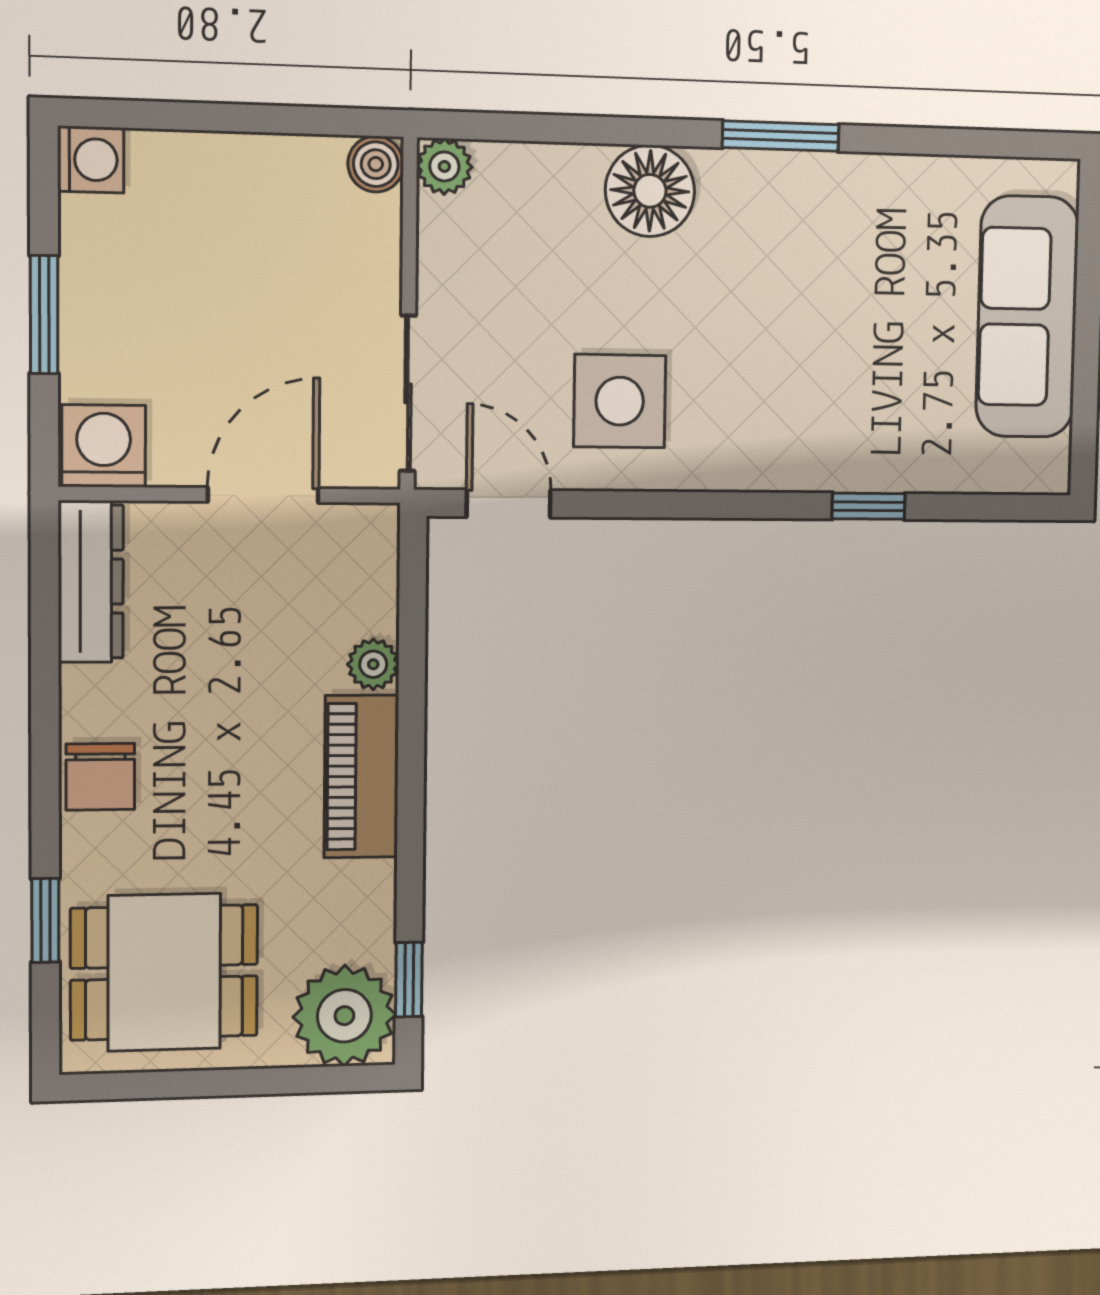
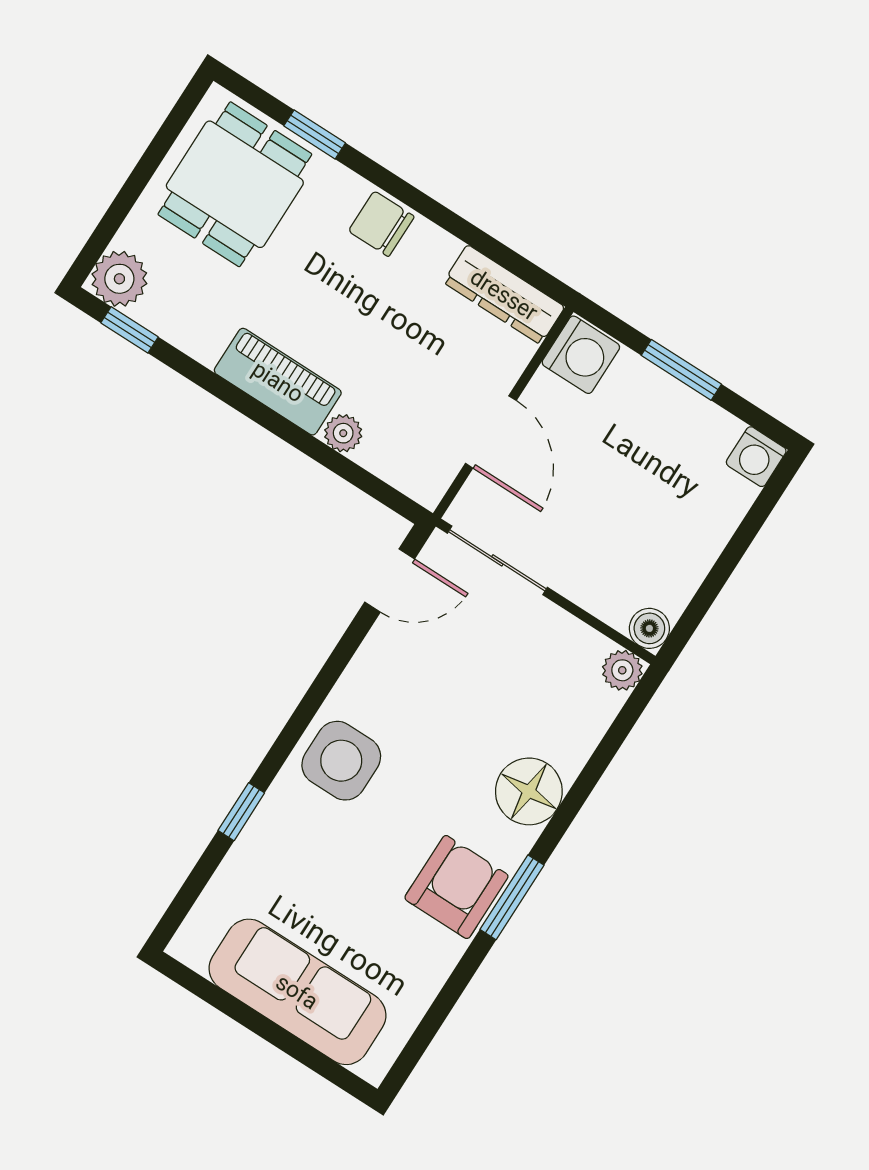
armchair: (807, 208) -> (456, 887), added
side table: (620, 401) -> (341, 761), moved
plant: (344, 1016) -> (119, 279), width x0.73, depth x0.73

